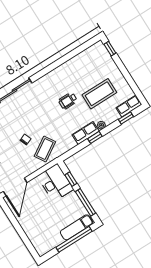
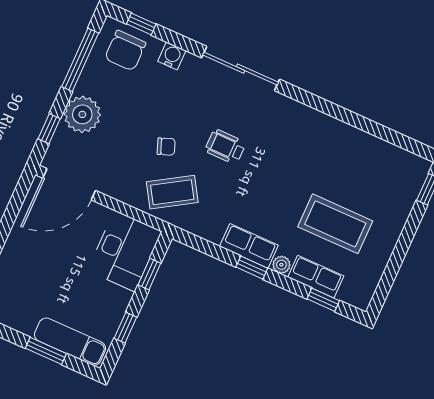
wheelchair: (68, 101) -> (225, 147), moved
row of seats: (129, 106) -> (316, 277), moved
window: (86, 202) -> (125, 328), width x0.46
window: (74, 239) -> (46, 351), width x0.47

